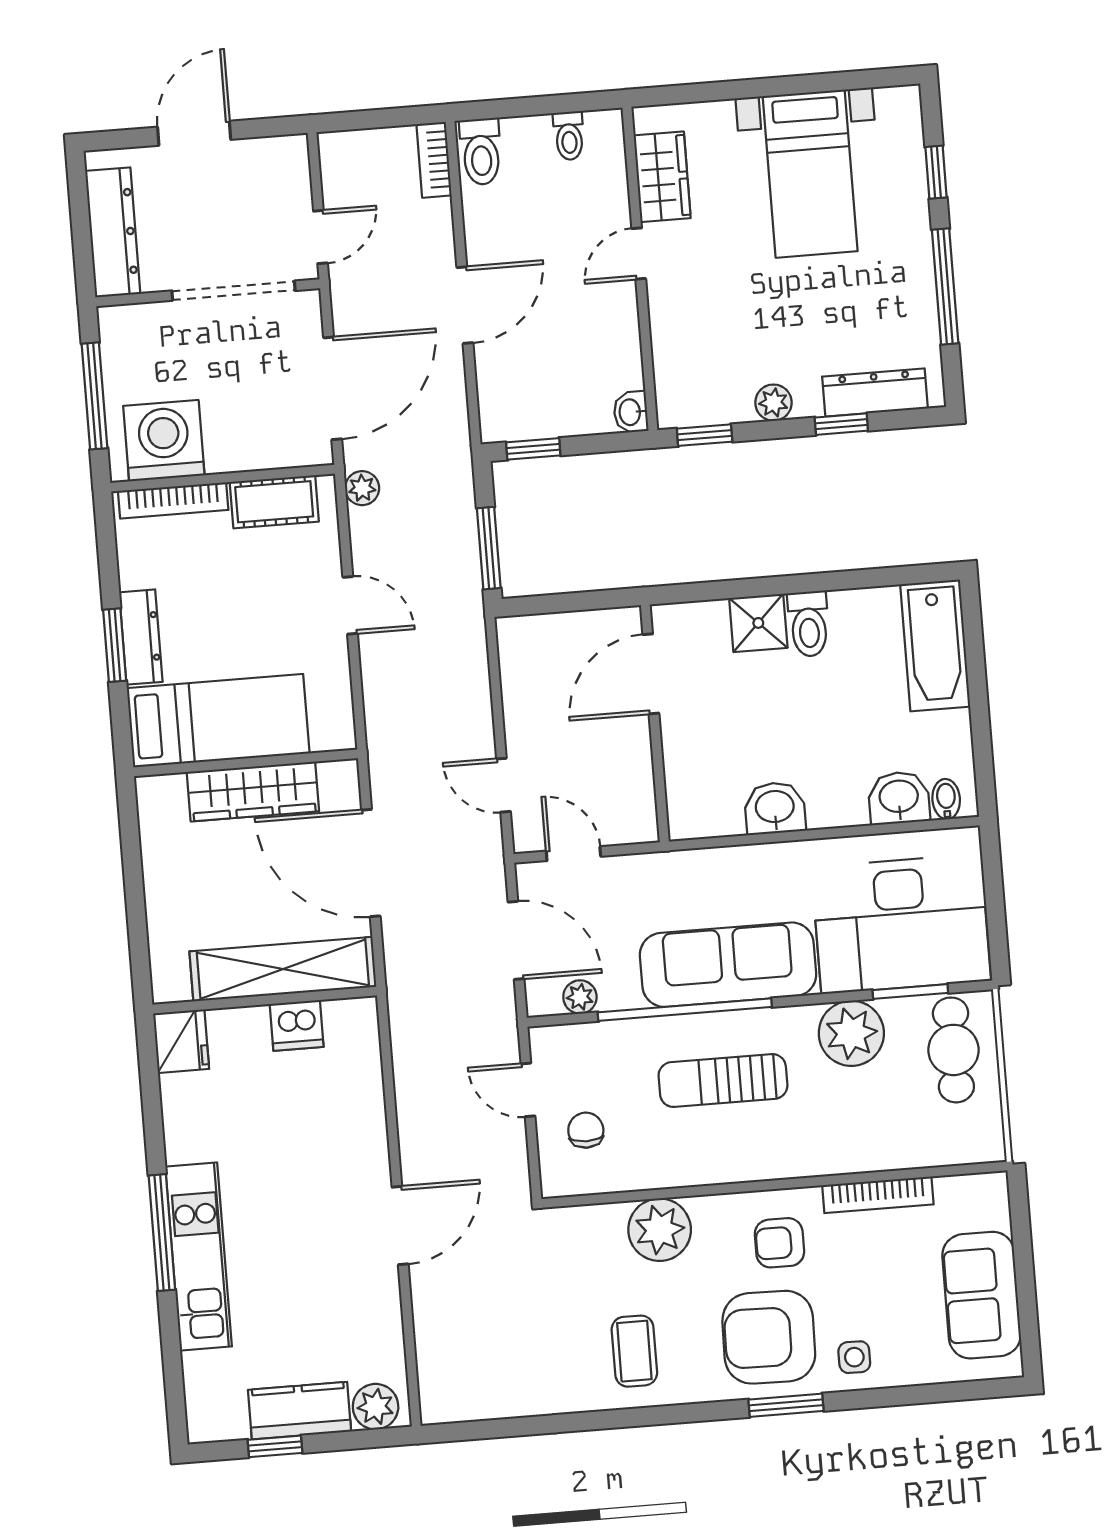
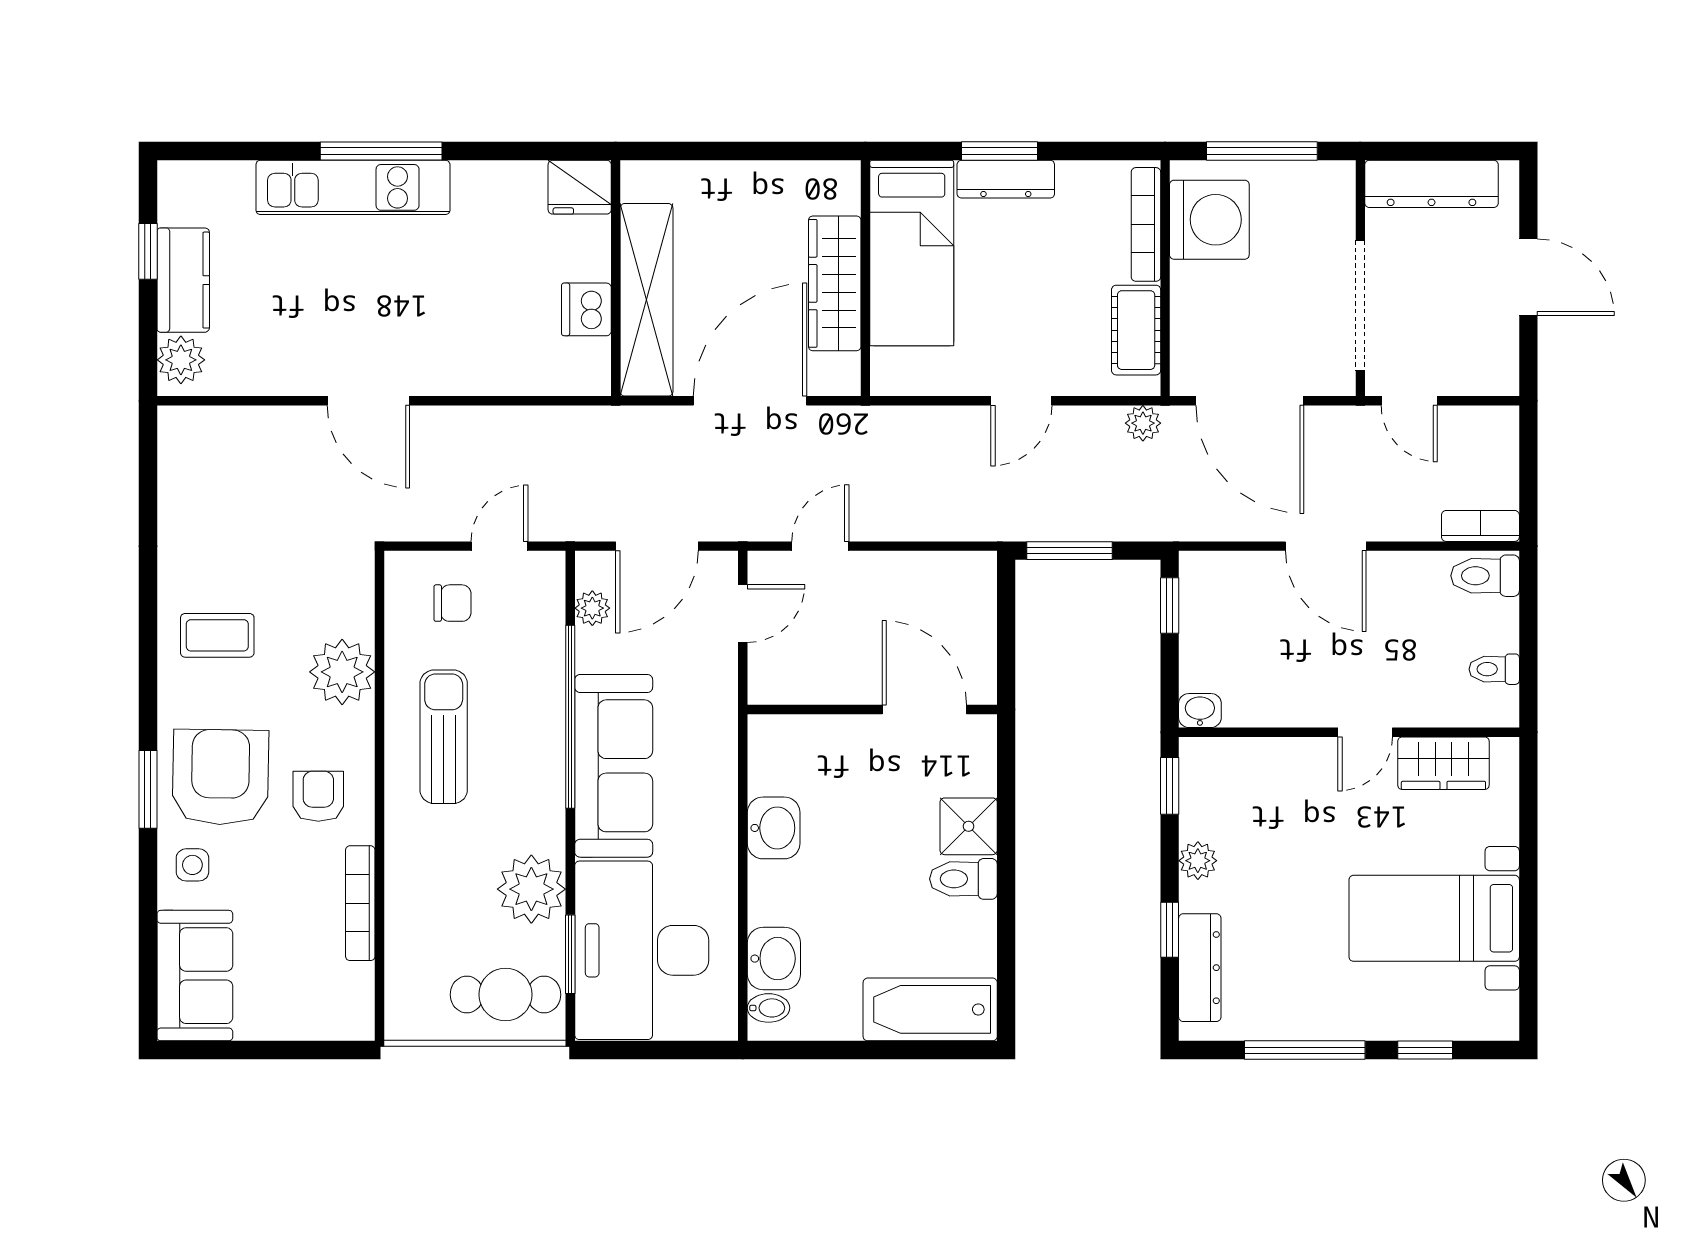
door: (639, 253) -> (1365, 732), swing flipped
sun lounger: (723, 1081) -> (444, 737), moved
sofa: (982, 1295) -> (195, 976), moved, turned 90

